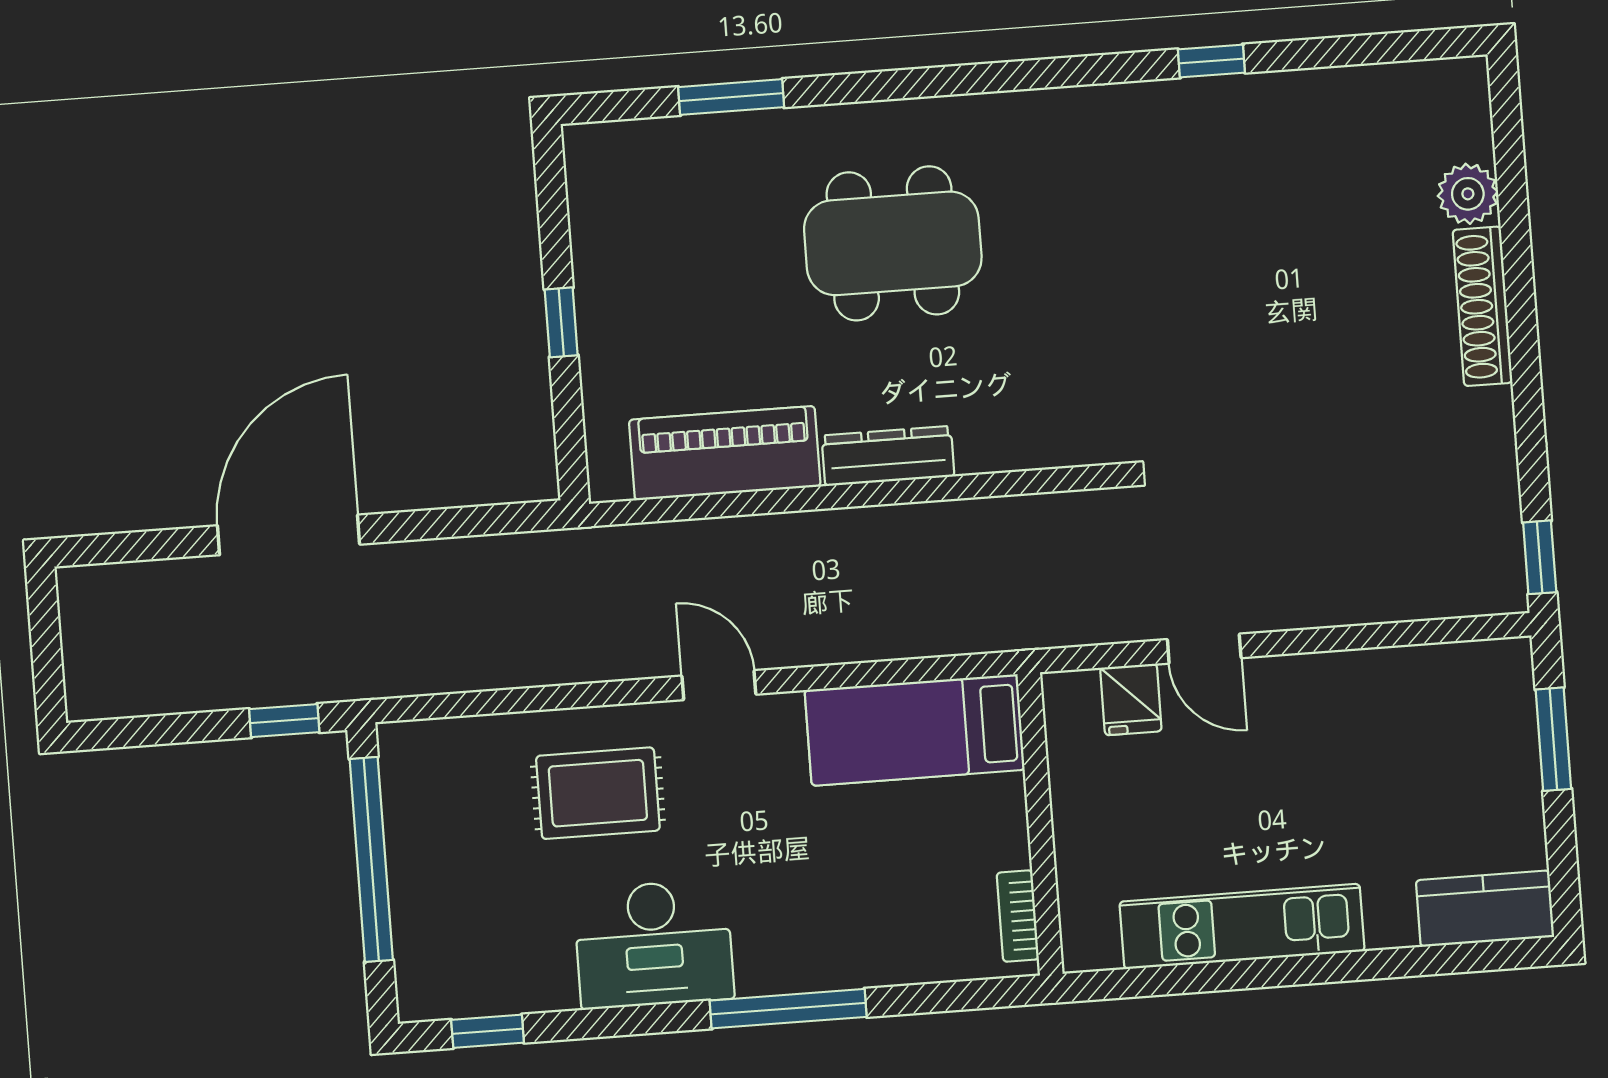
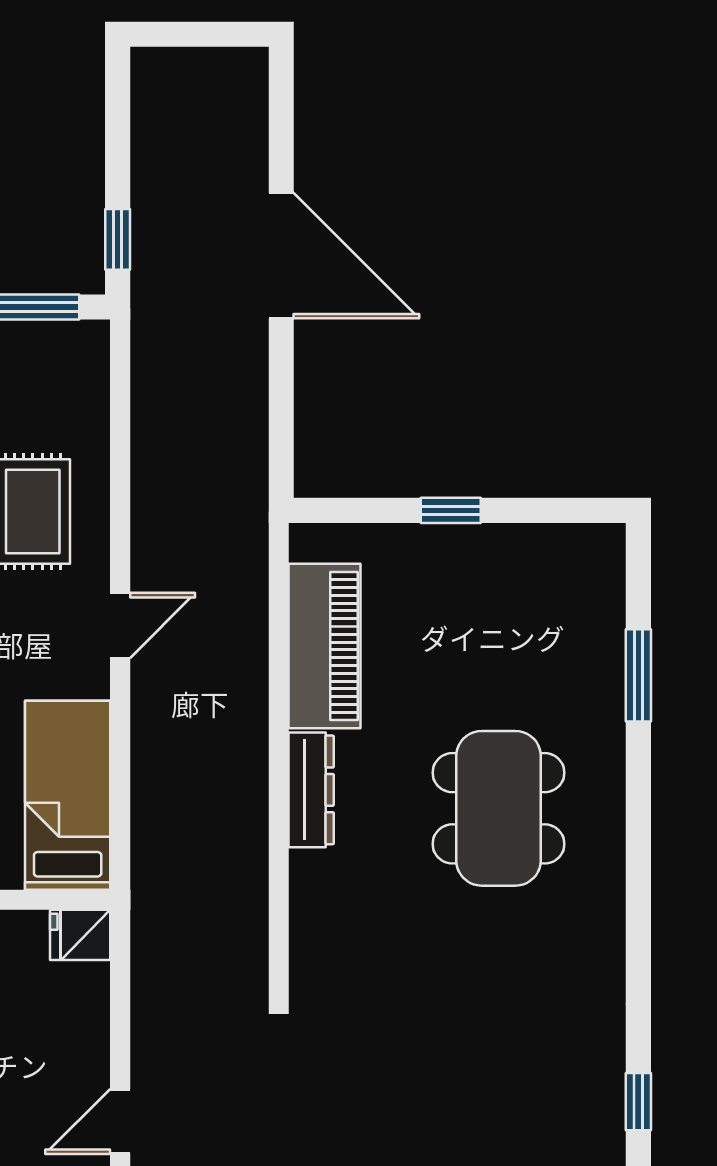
door: (1204, 649) -> (120, 1121), moved
fridge: (1131, 699) -> (80, 935), moved

